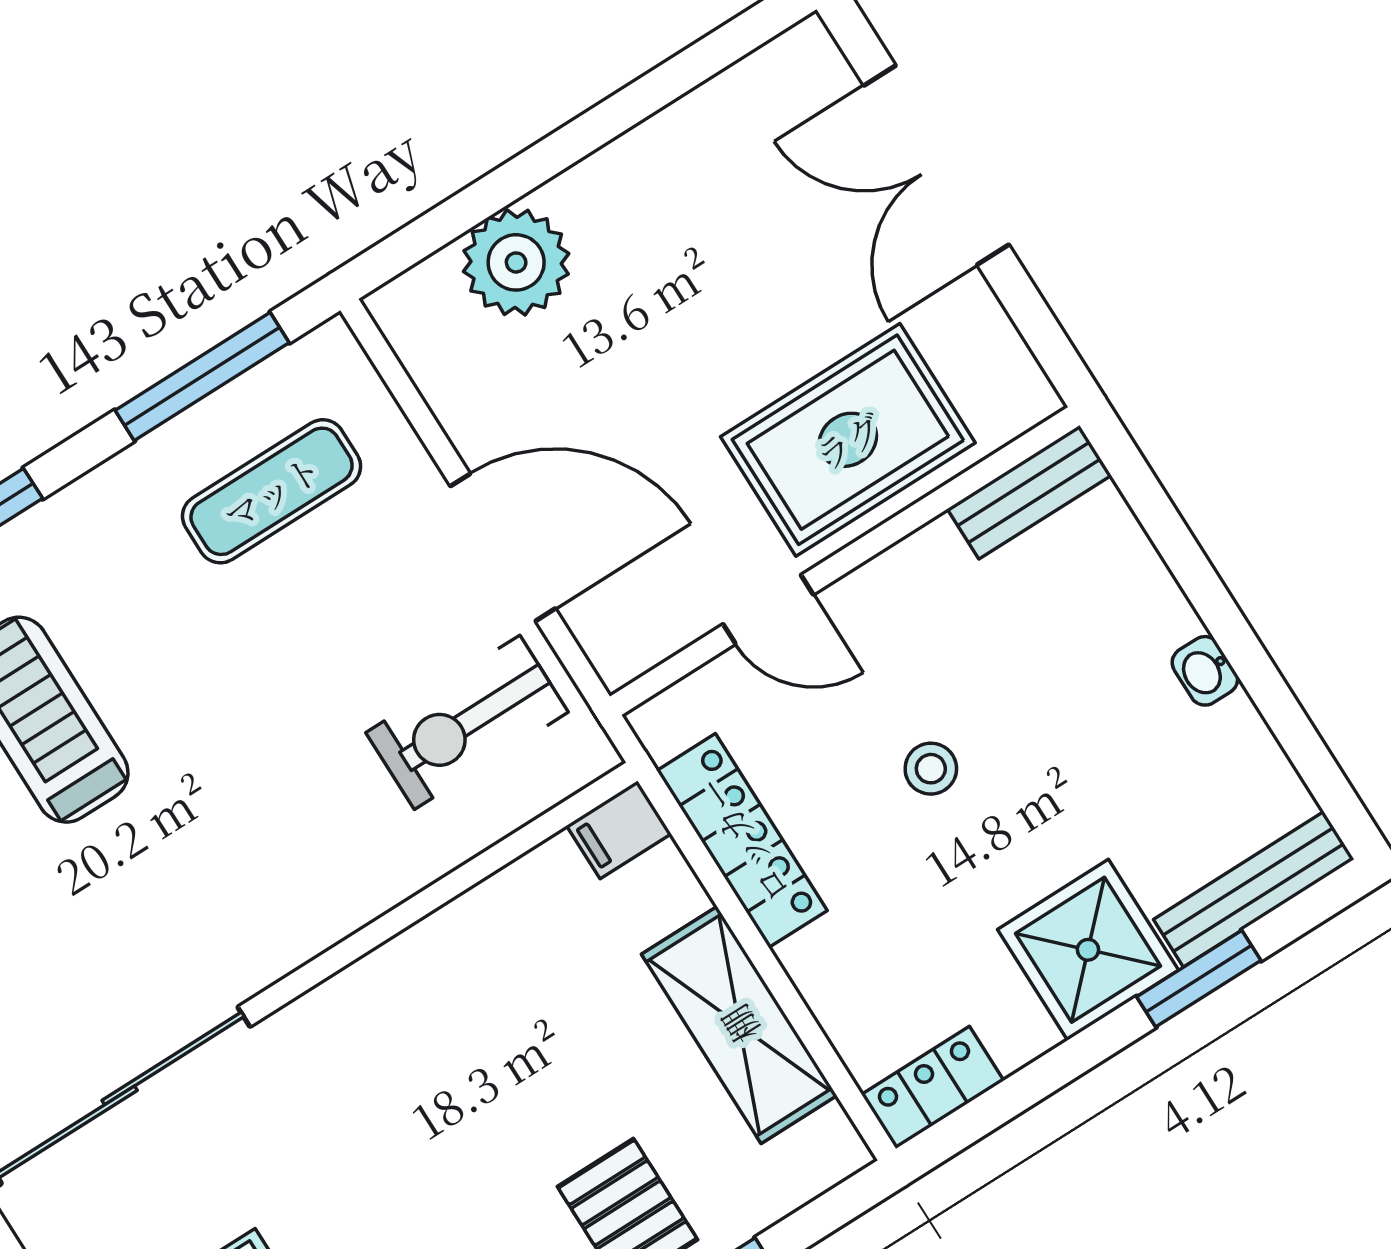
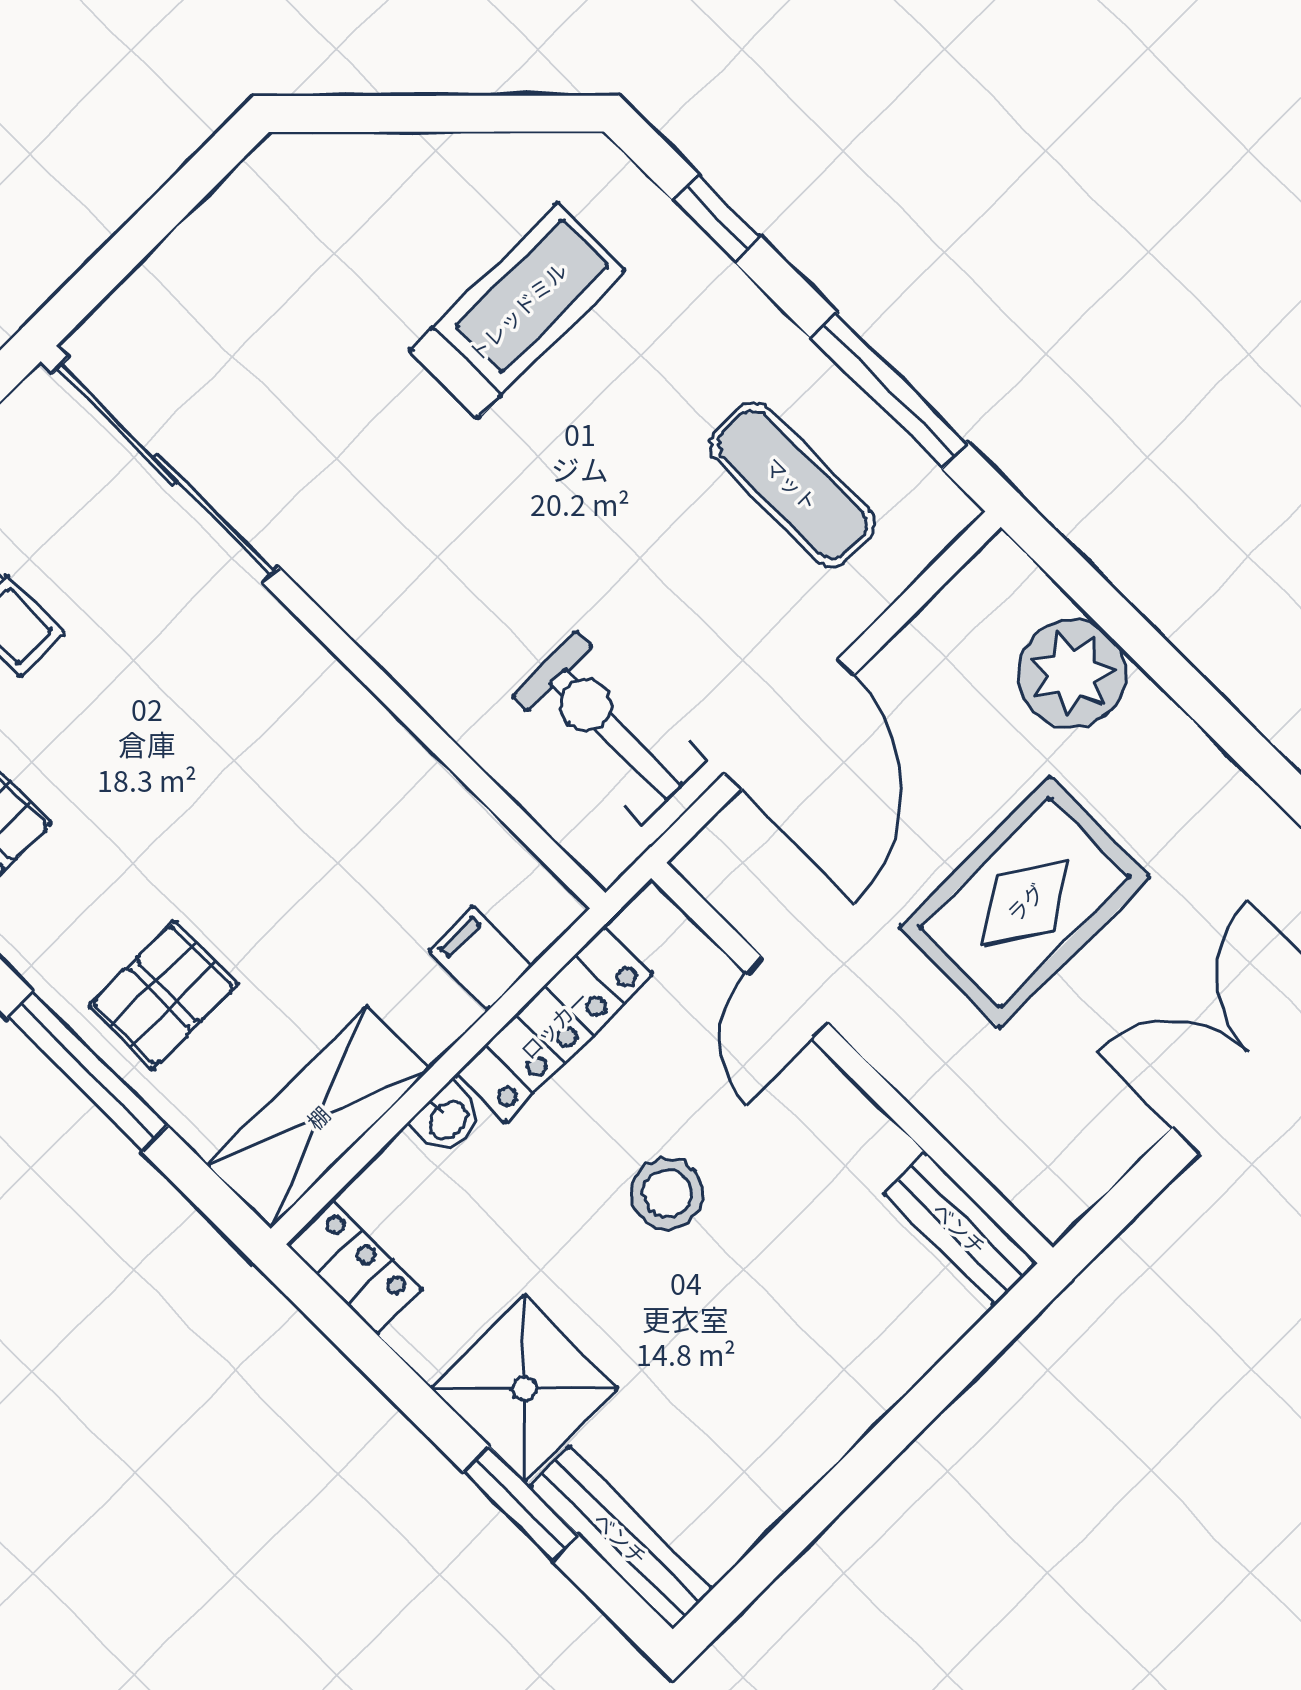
rug: (848, 440) -> (1025, 902), moved, turned 90
washbasin: (1205, 671) -> (447, 1119), moved, turned 180
stool: (931, 769) -> (667, 1194), width x1.37, depth x1.37
filing cabinet: (619, 830) -> (481, 958), moved
shelving: (739, 1025) -> (318, 1117), moved

